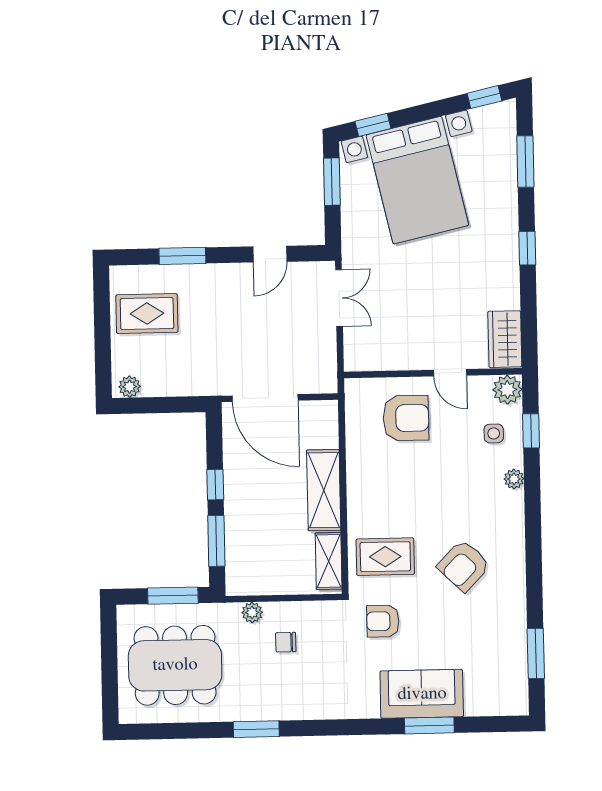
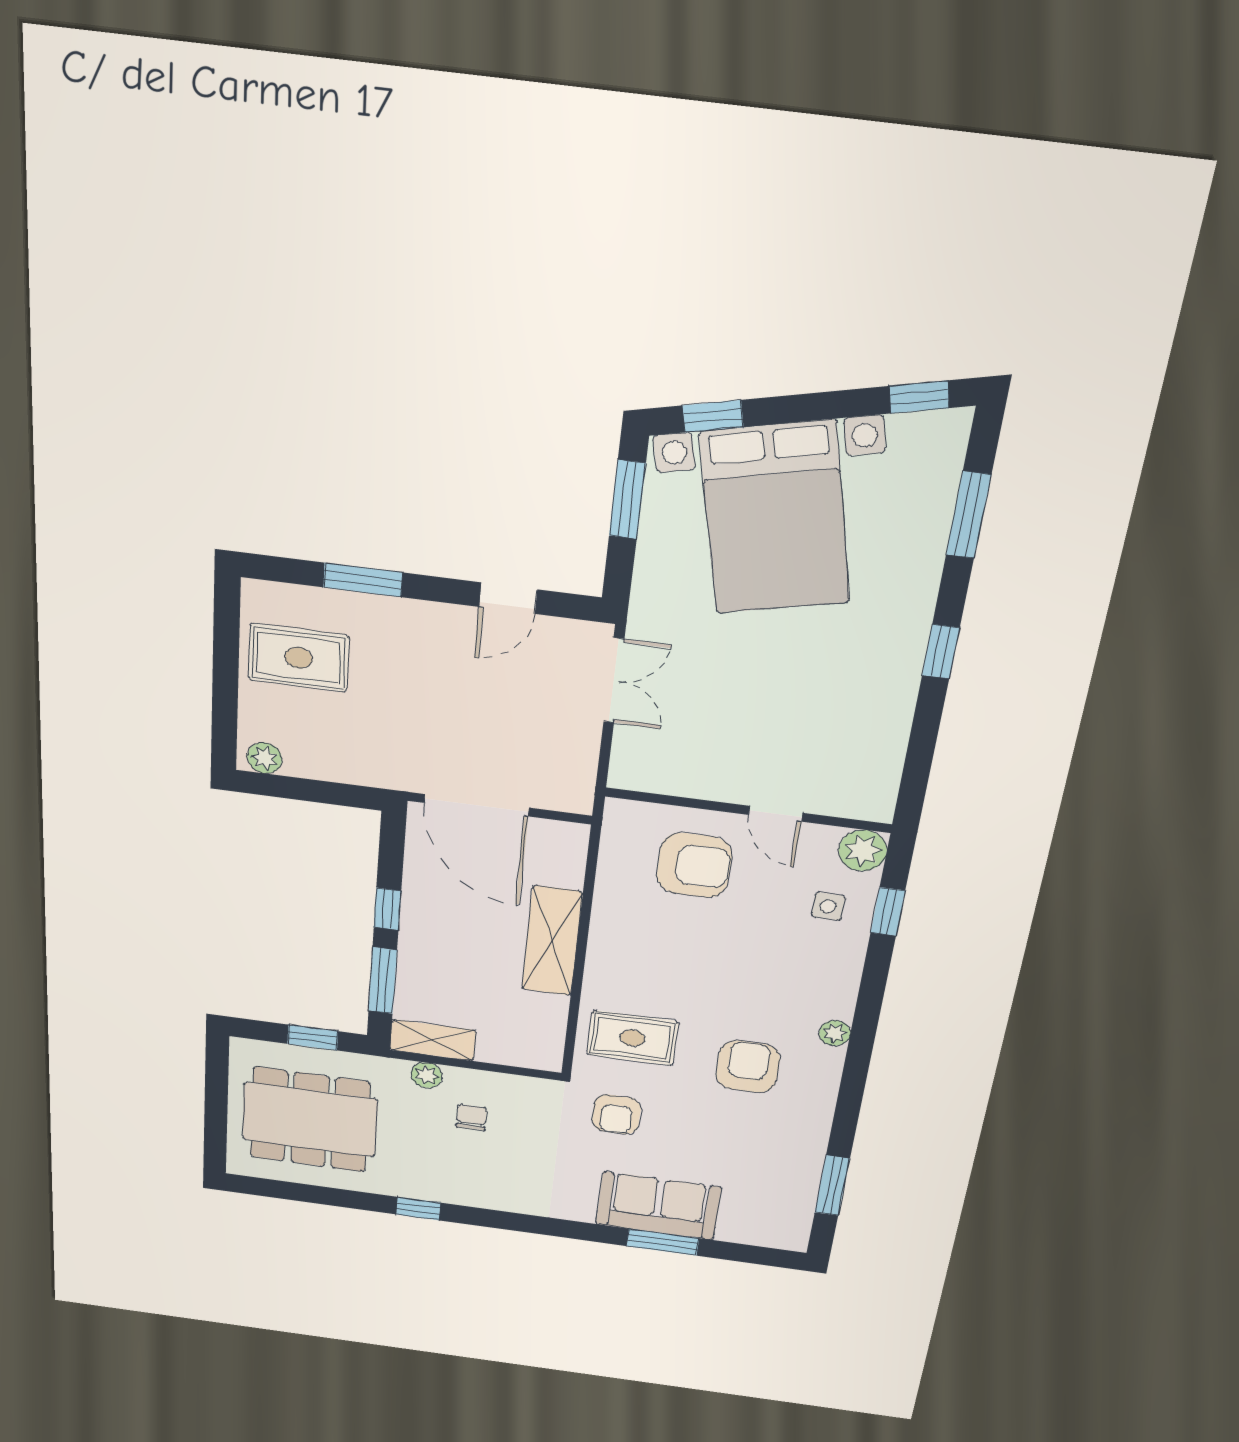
wardrobe: (505, 339) -> (874, 780), removed
plant: (514, 479) -> (835, 1033), moved
shelving: (329, 561) -> (433, 1040), moved, turned 90
armchair: (464, 566) -> (748, 1067), turned 136
window: (173, 596) -> (313, 1038), width x0.67
armchair: (383, 621) -> (616, 1114), turned -90
chair: (286, 642) -> (472, 1117), turned 90
window: (256, 729) -> (418, 1209), width x0.67

